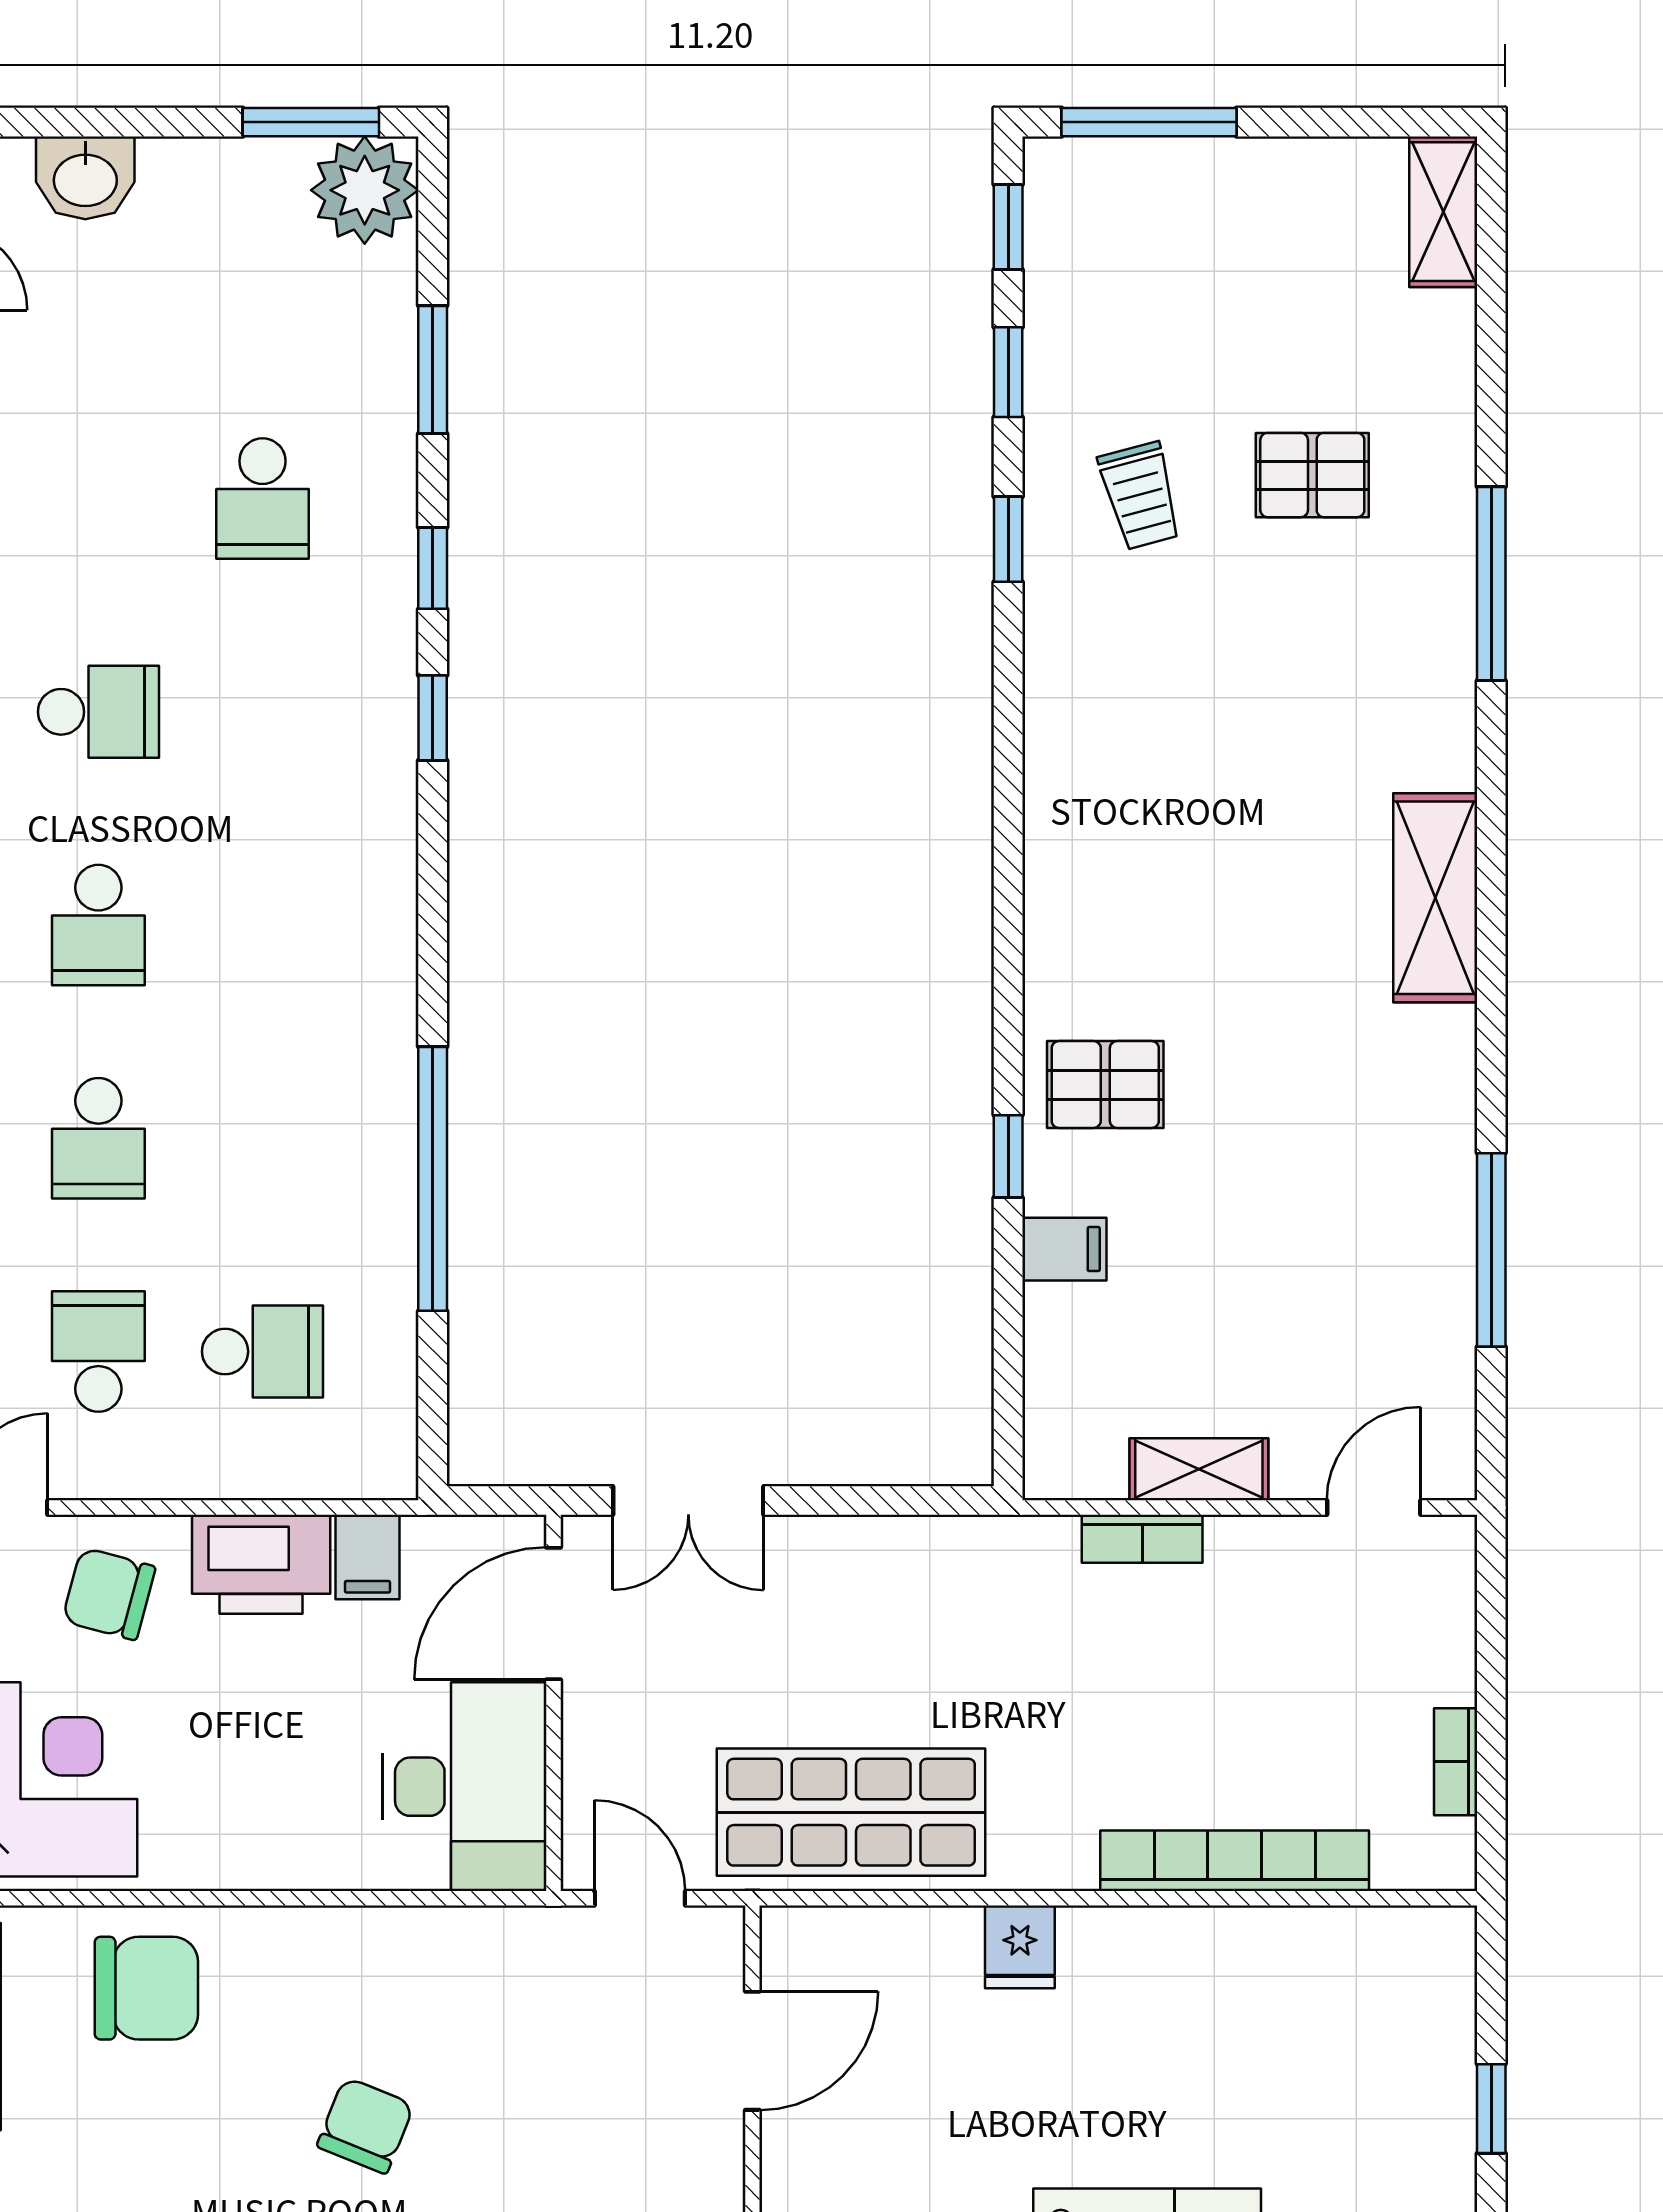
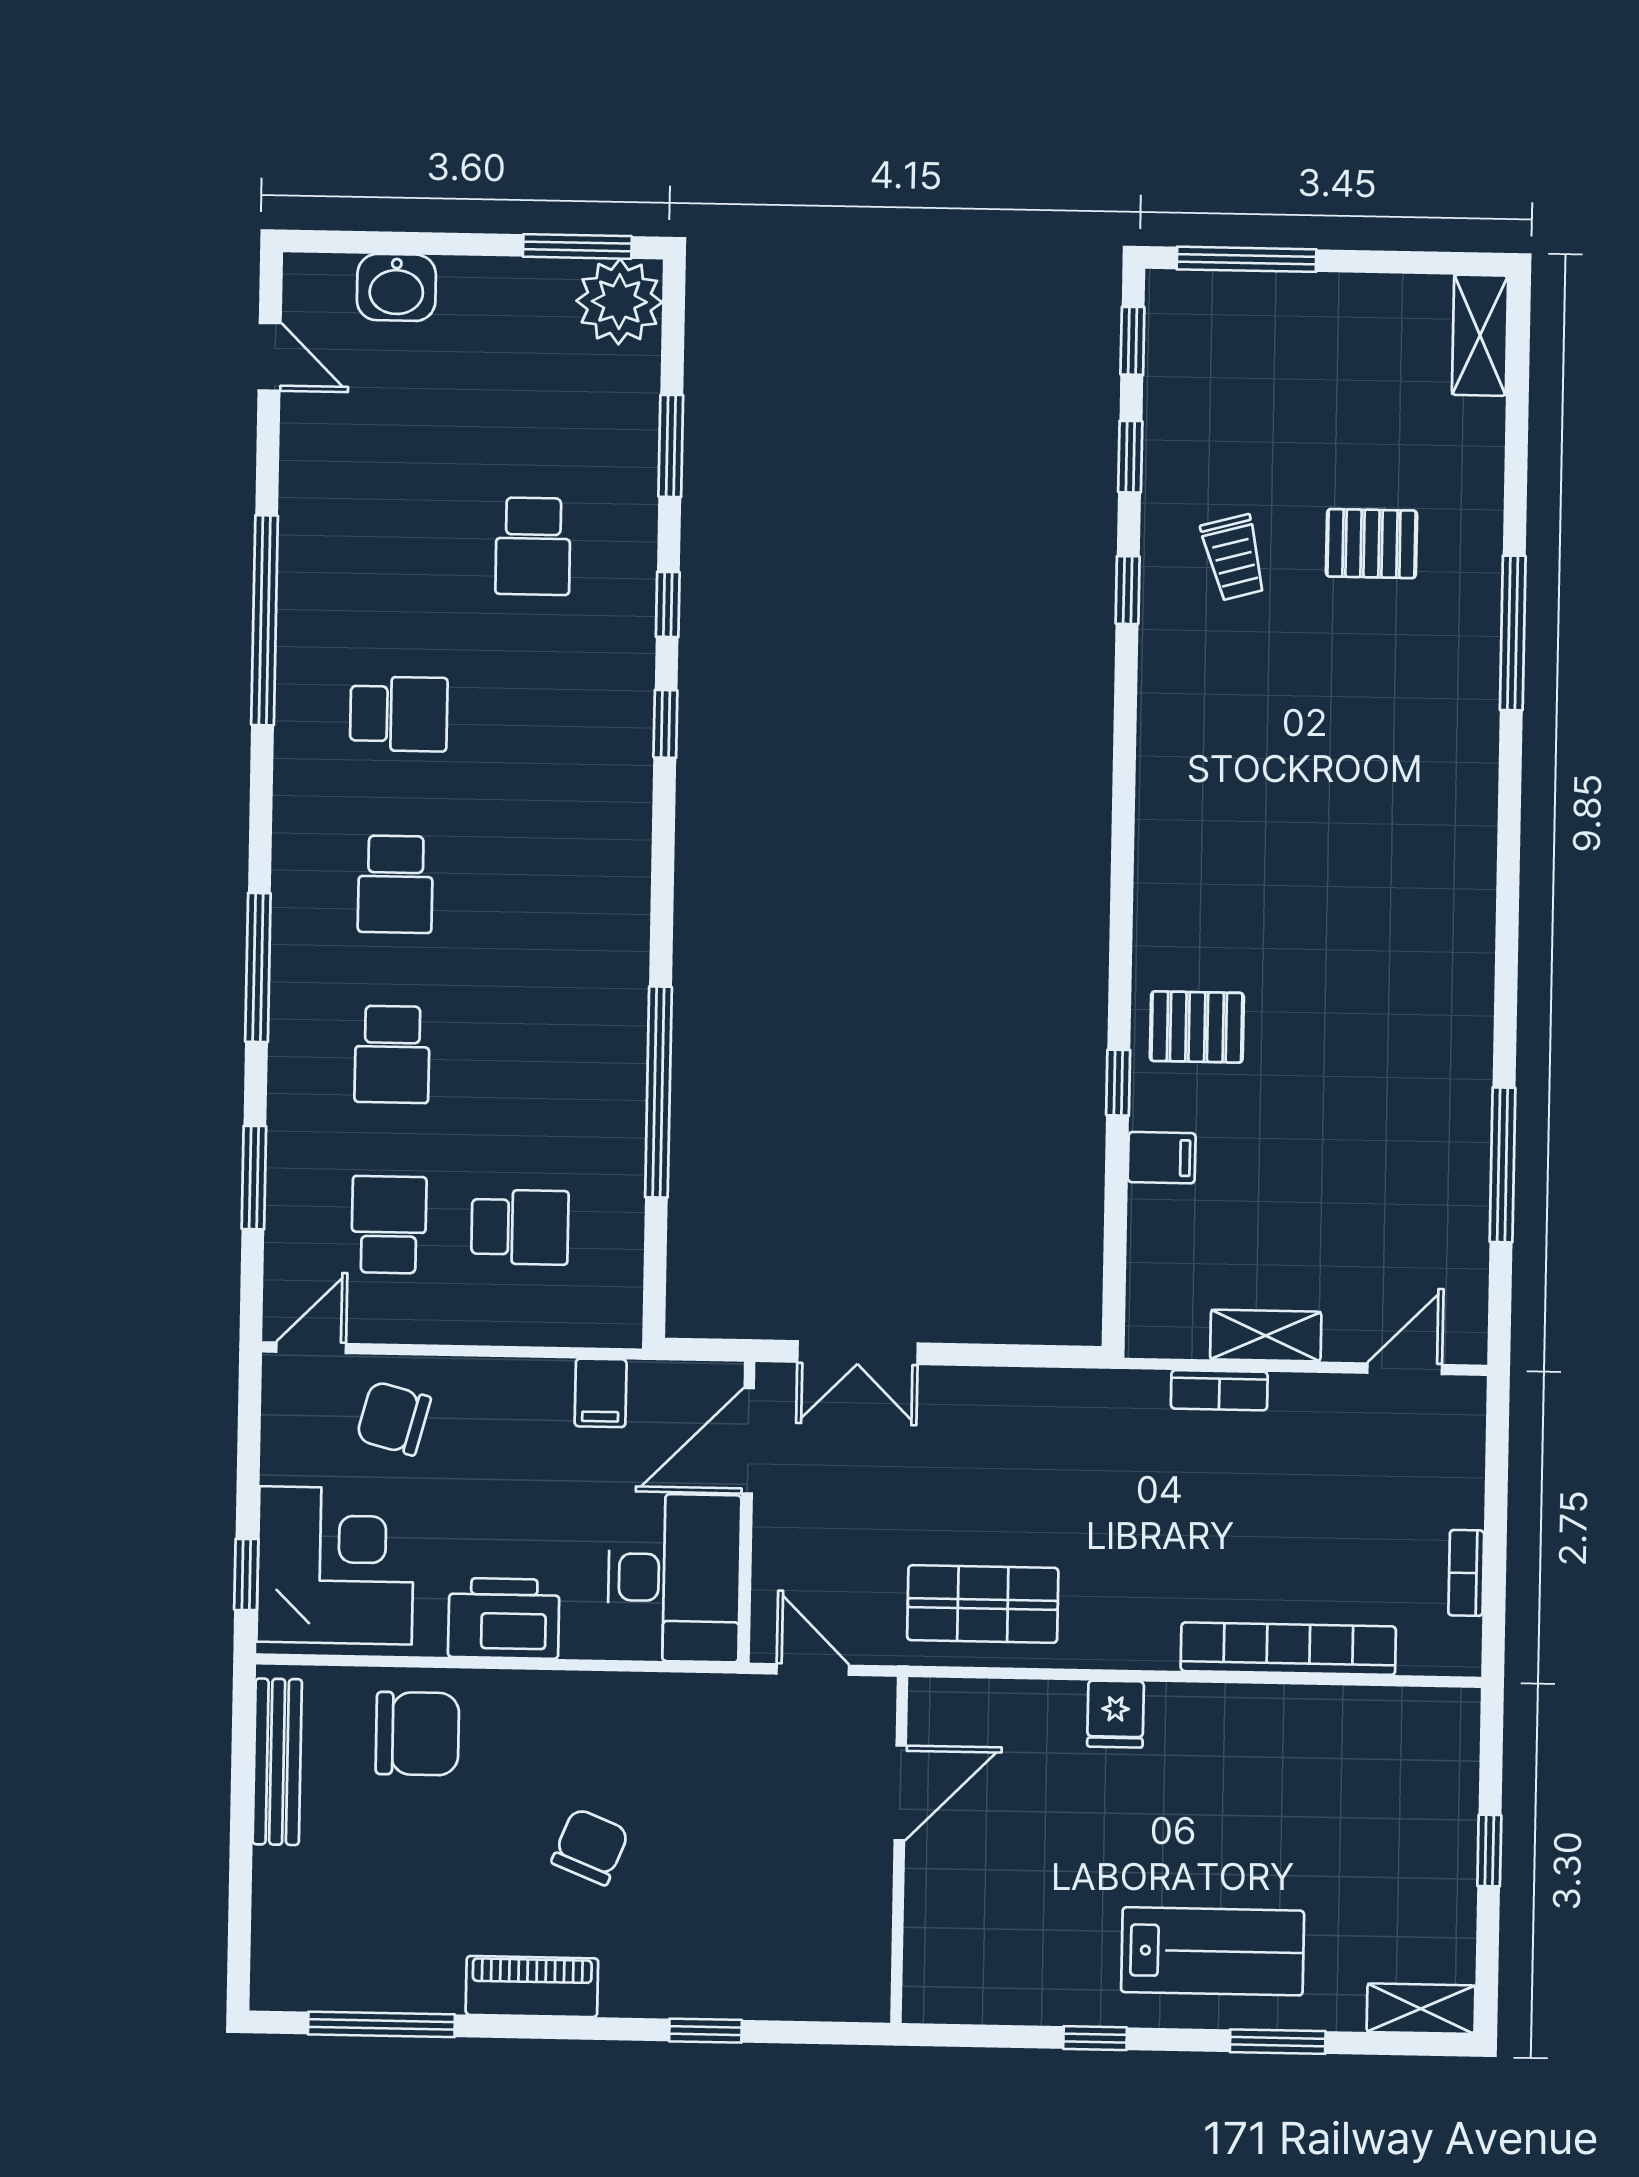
shelving: (1435, 898) -> (1463, 883), removed
printer: (261, 1564) -> (504, 1618), moved, turned 180
shop shelf: (851, 1812) -> (983, 1604), width x0.70, depth x0.74

